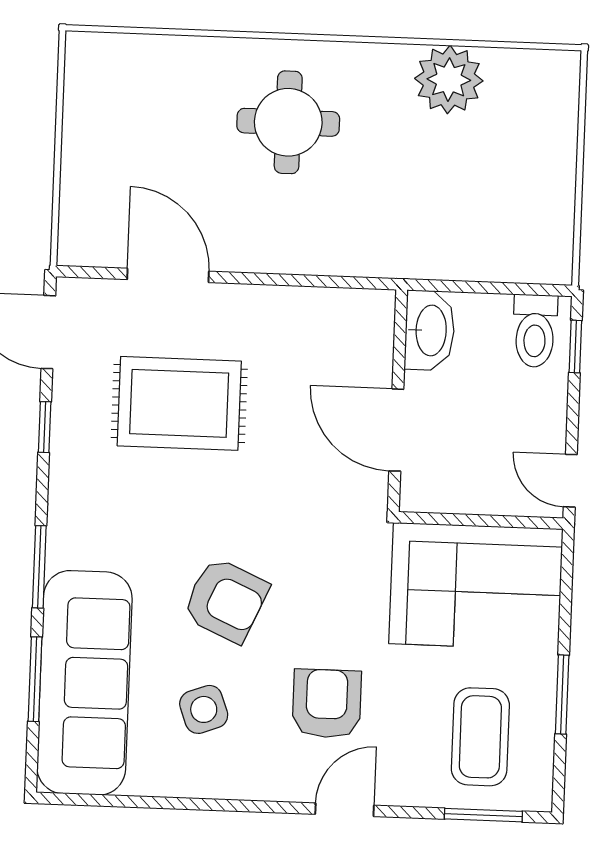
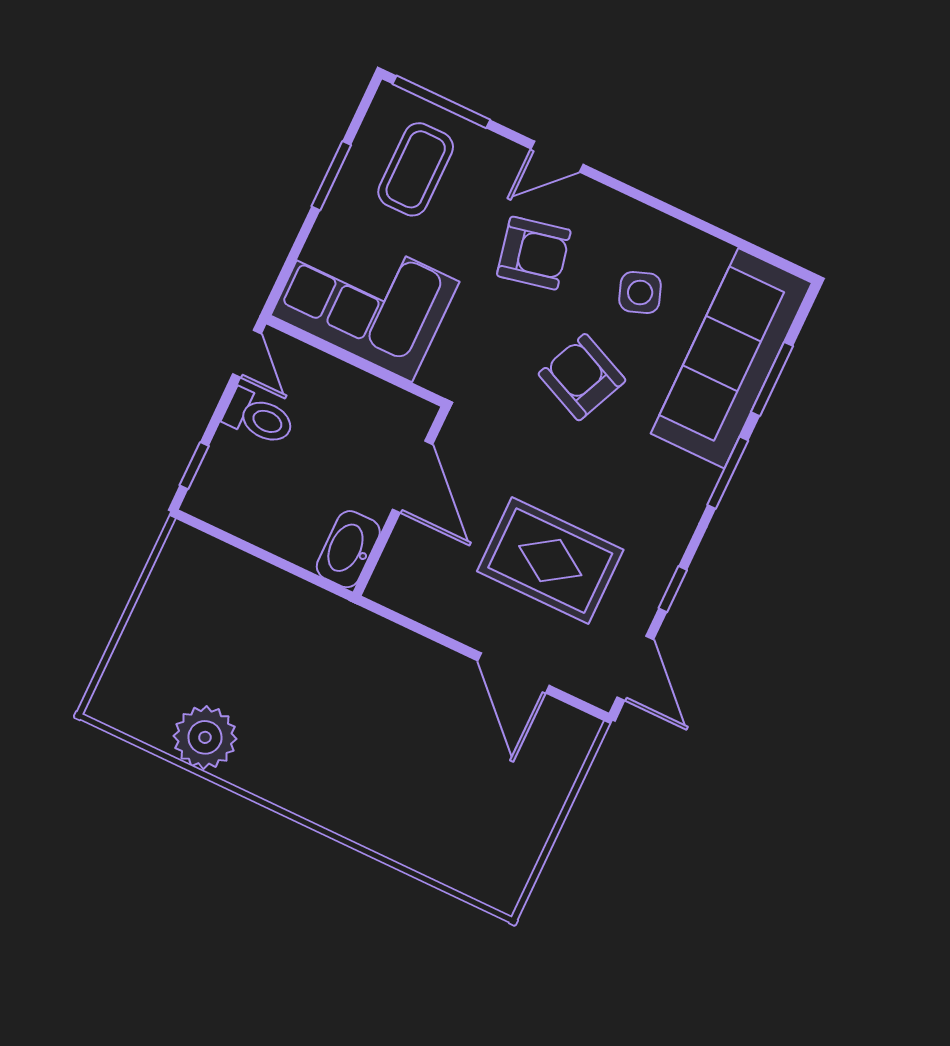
round table: (288, 122) -> (356, 759), removed
washbasin: (430, 330) -> (348, 549), moved
toilet: (535, 331) -> (259, 417), moved, turned 90
wall: (397, 401) -> (401, 501), moved
door: (396, 430) -> (413, 477), moved
armchair: (327, 704) -> (534, 253), turned -102
window: (483, 815) -> (441, 102), width x1.44

